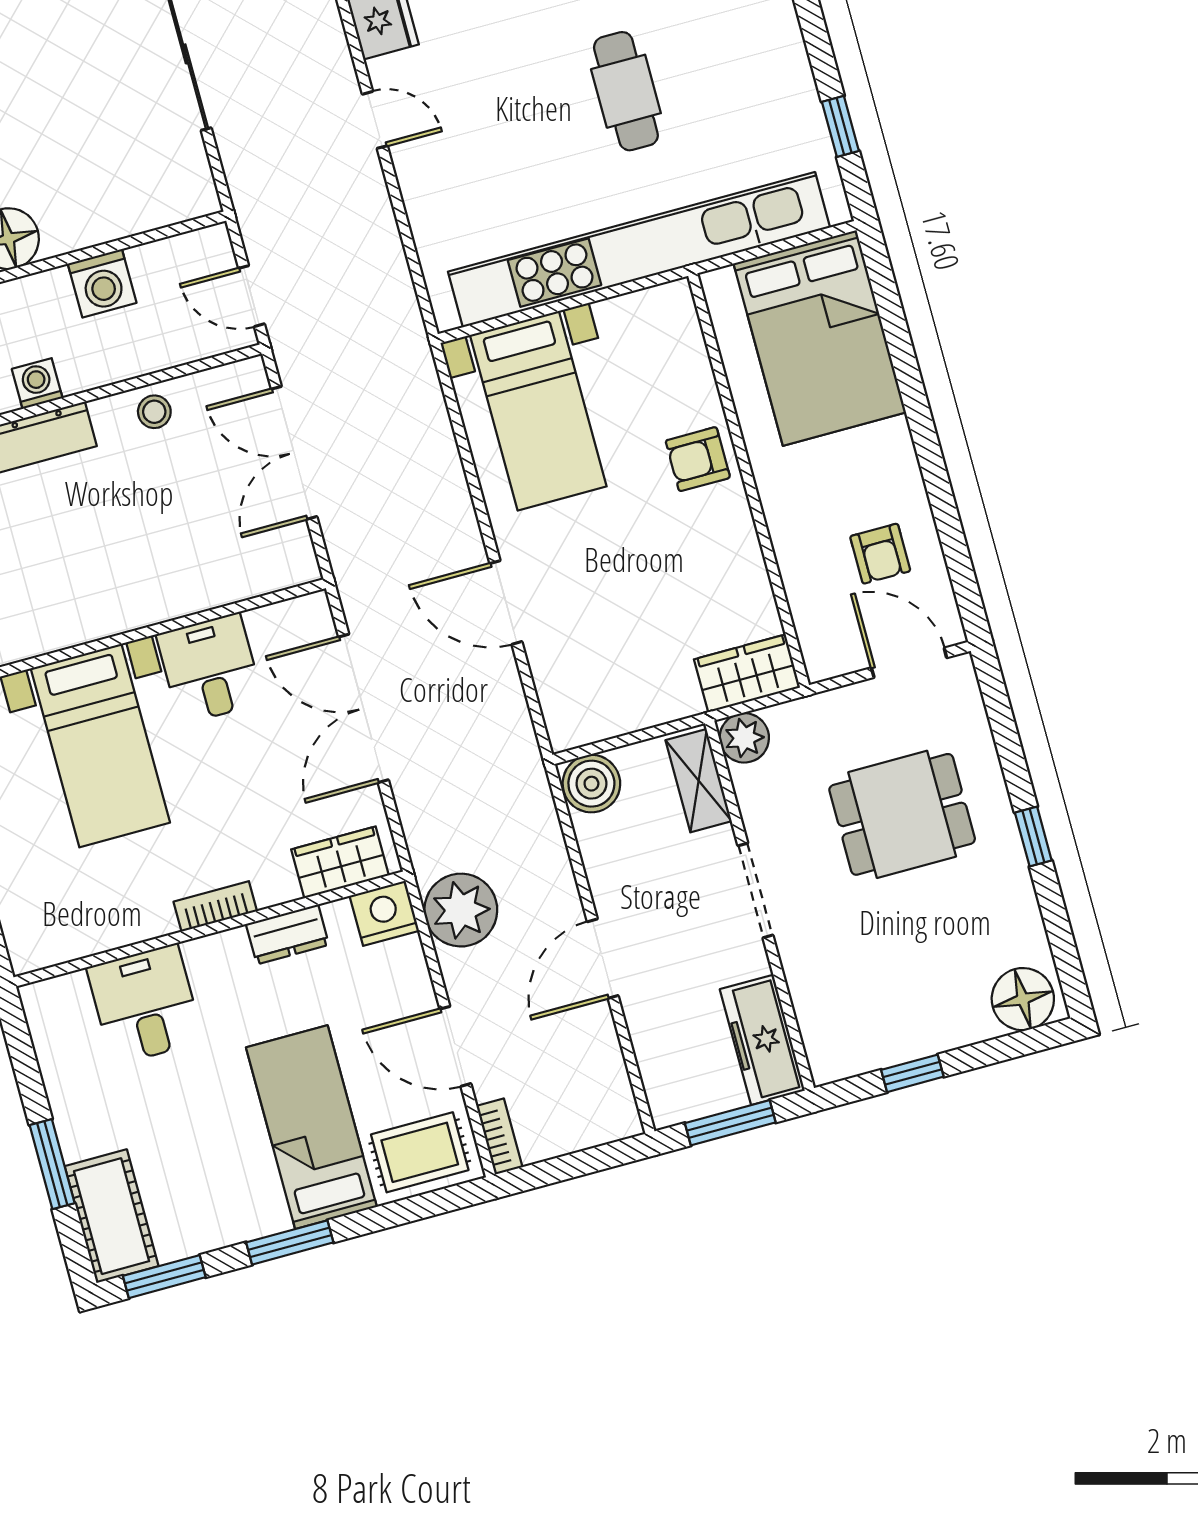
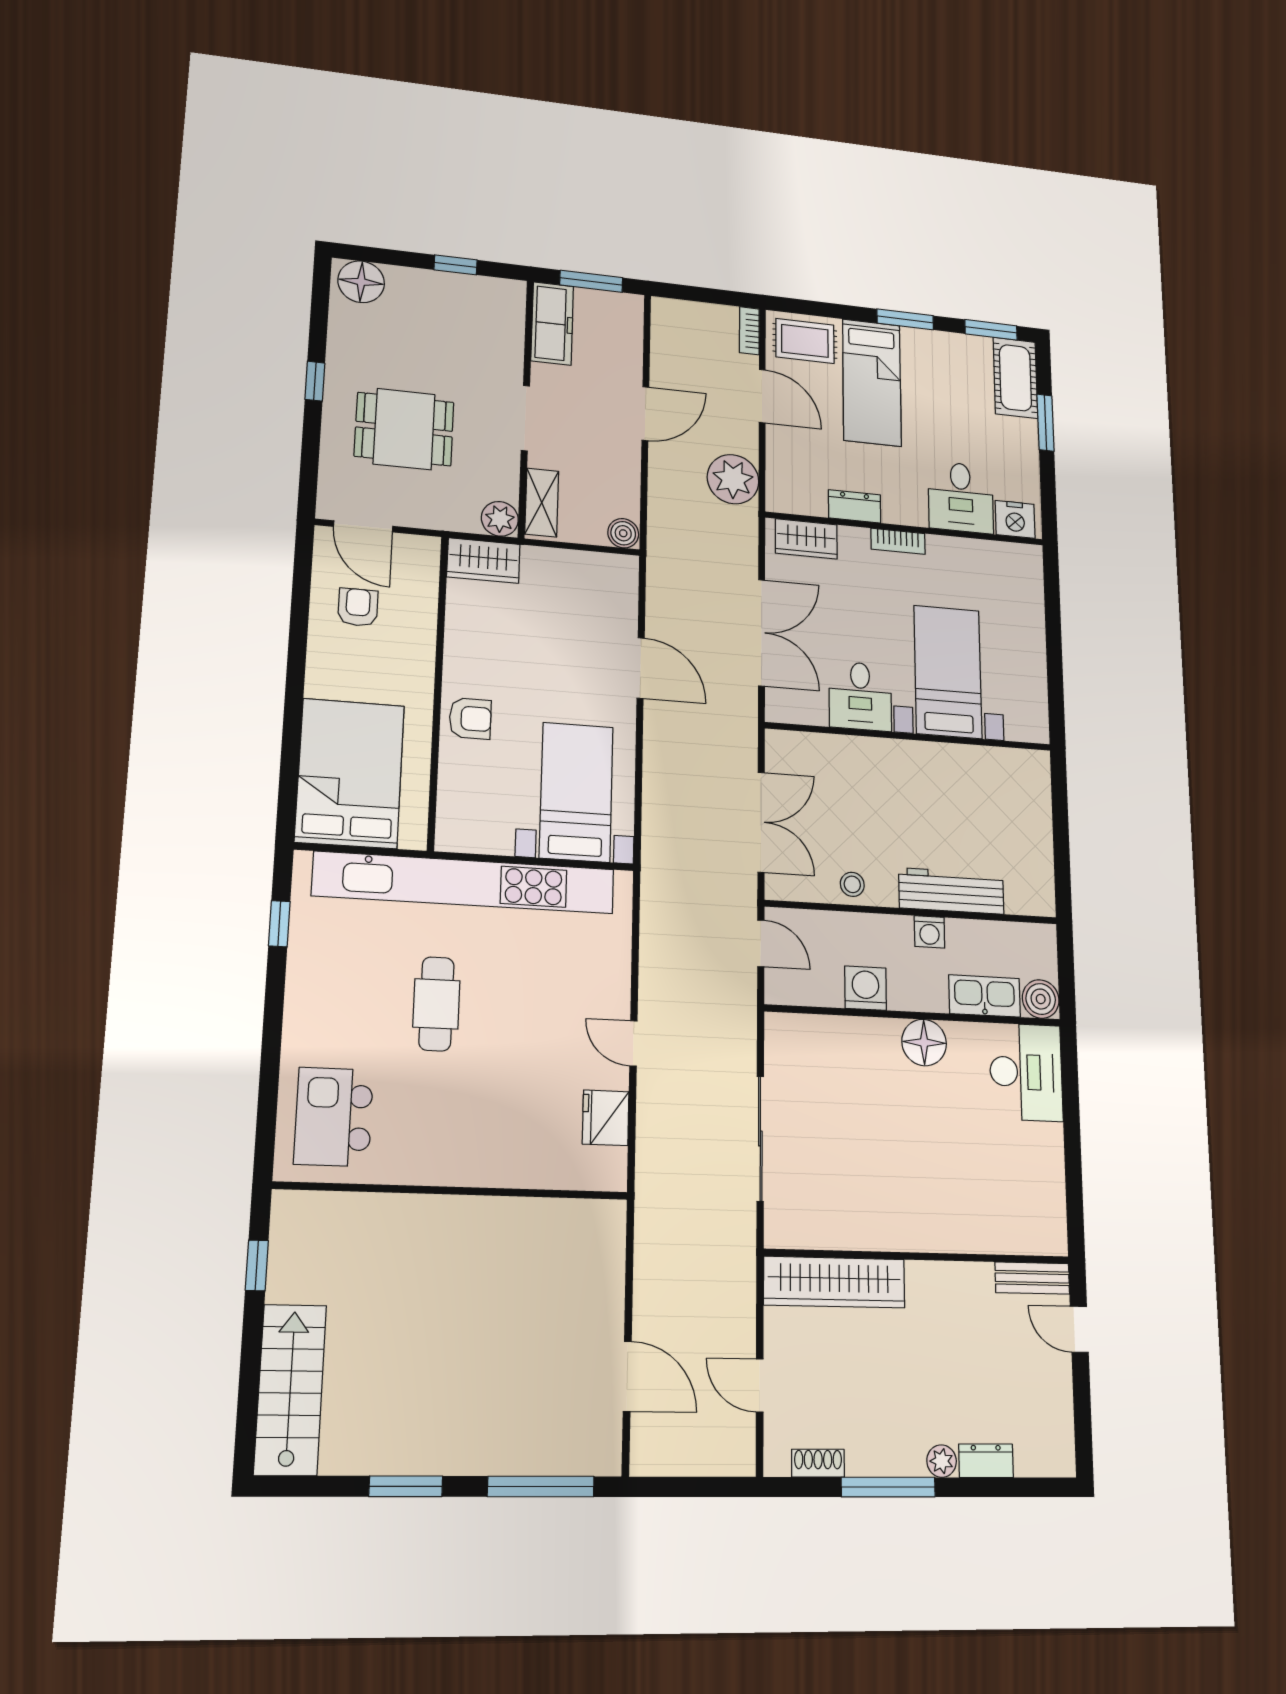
boiler: (591, 784) -> (623, 533), width x0.73, depth x0.73
nightstand: (384, 913) -> (1015, 519), moved

